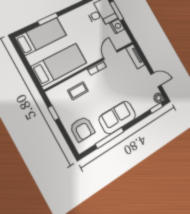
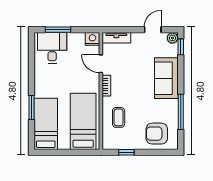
nightstand: (117, 26) -> (92, 39), moved
sofa: (117, 117) -> (166, 78), moved
armchair: (82, 129) -> (157, 134), turned 180

